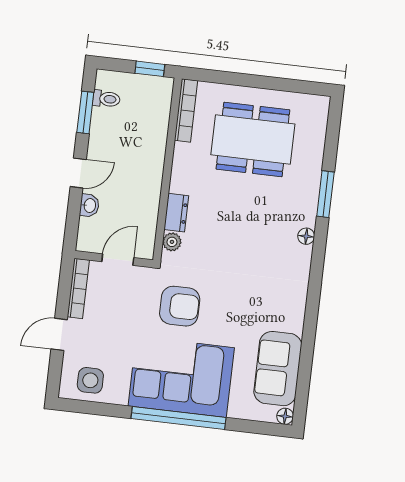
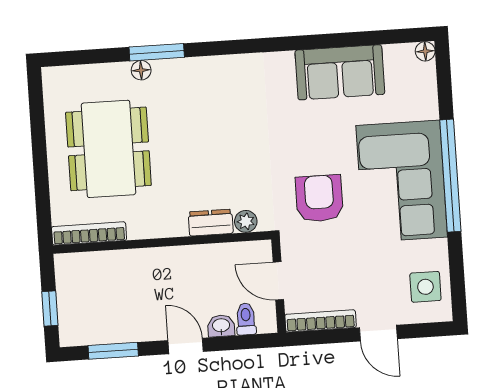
window: (150, 69) -> (50, 308), moved
toilet: (106, 99) -> (246, 319), moved
floor lamp: (306, 236) -> (141, 70), moved
sofa: (278, 369) -> (340, 72), moved

